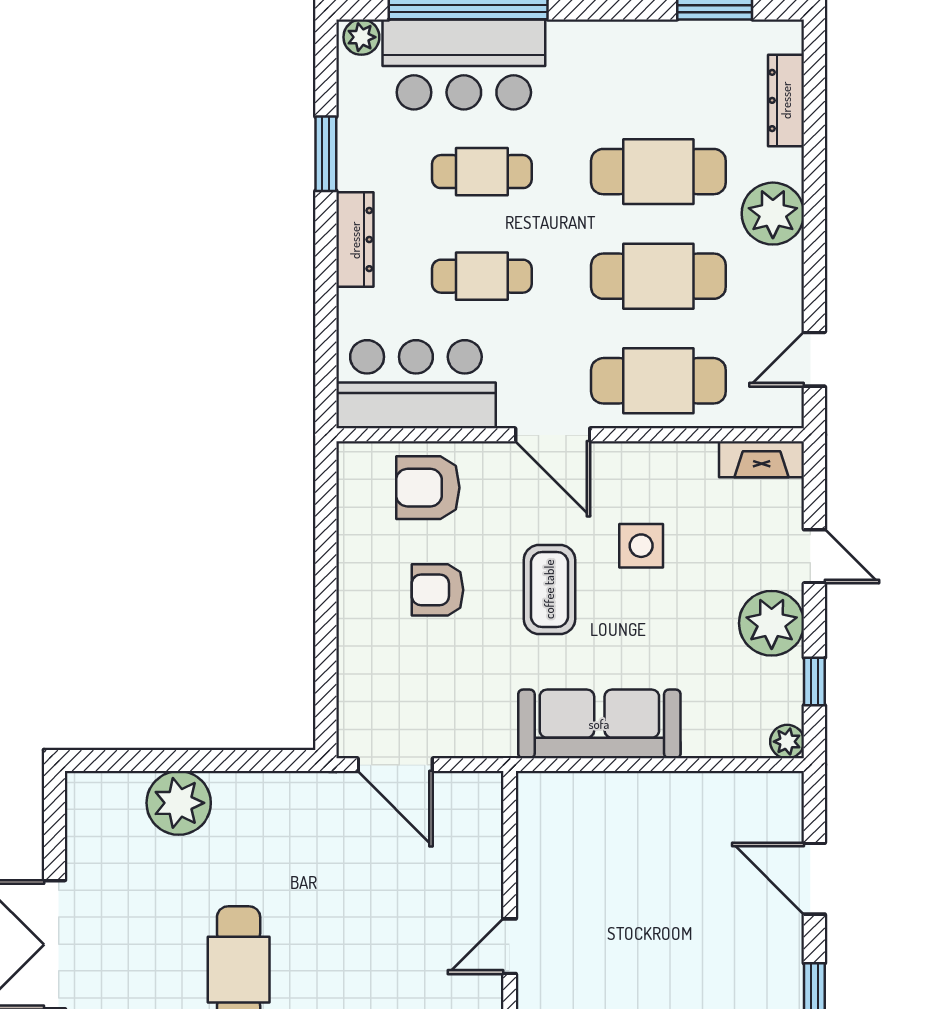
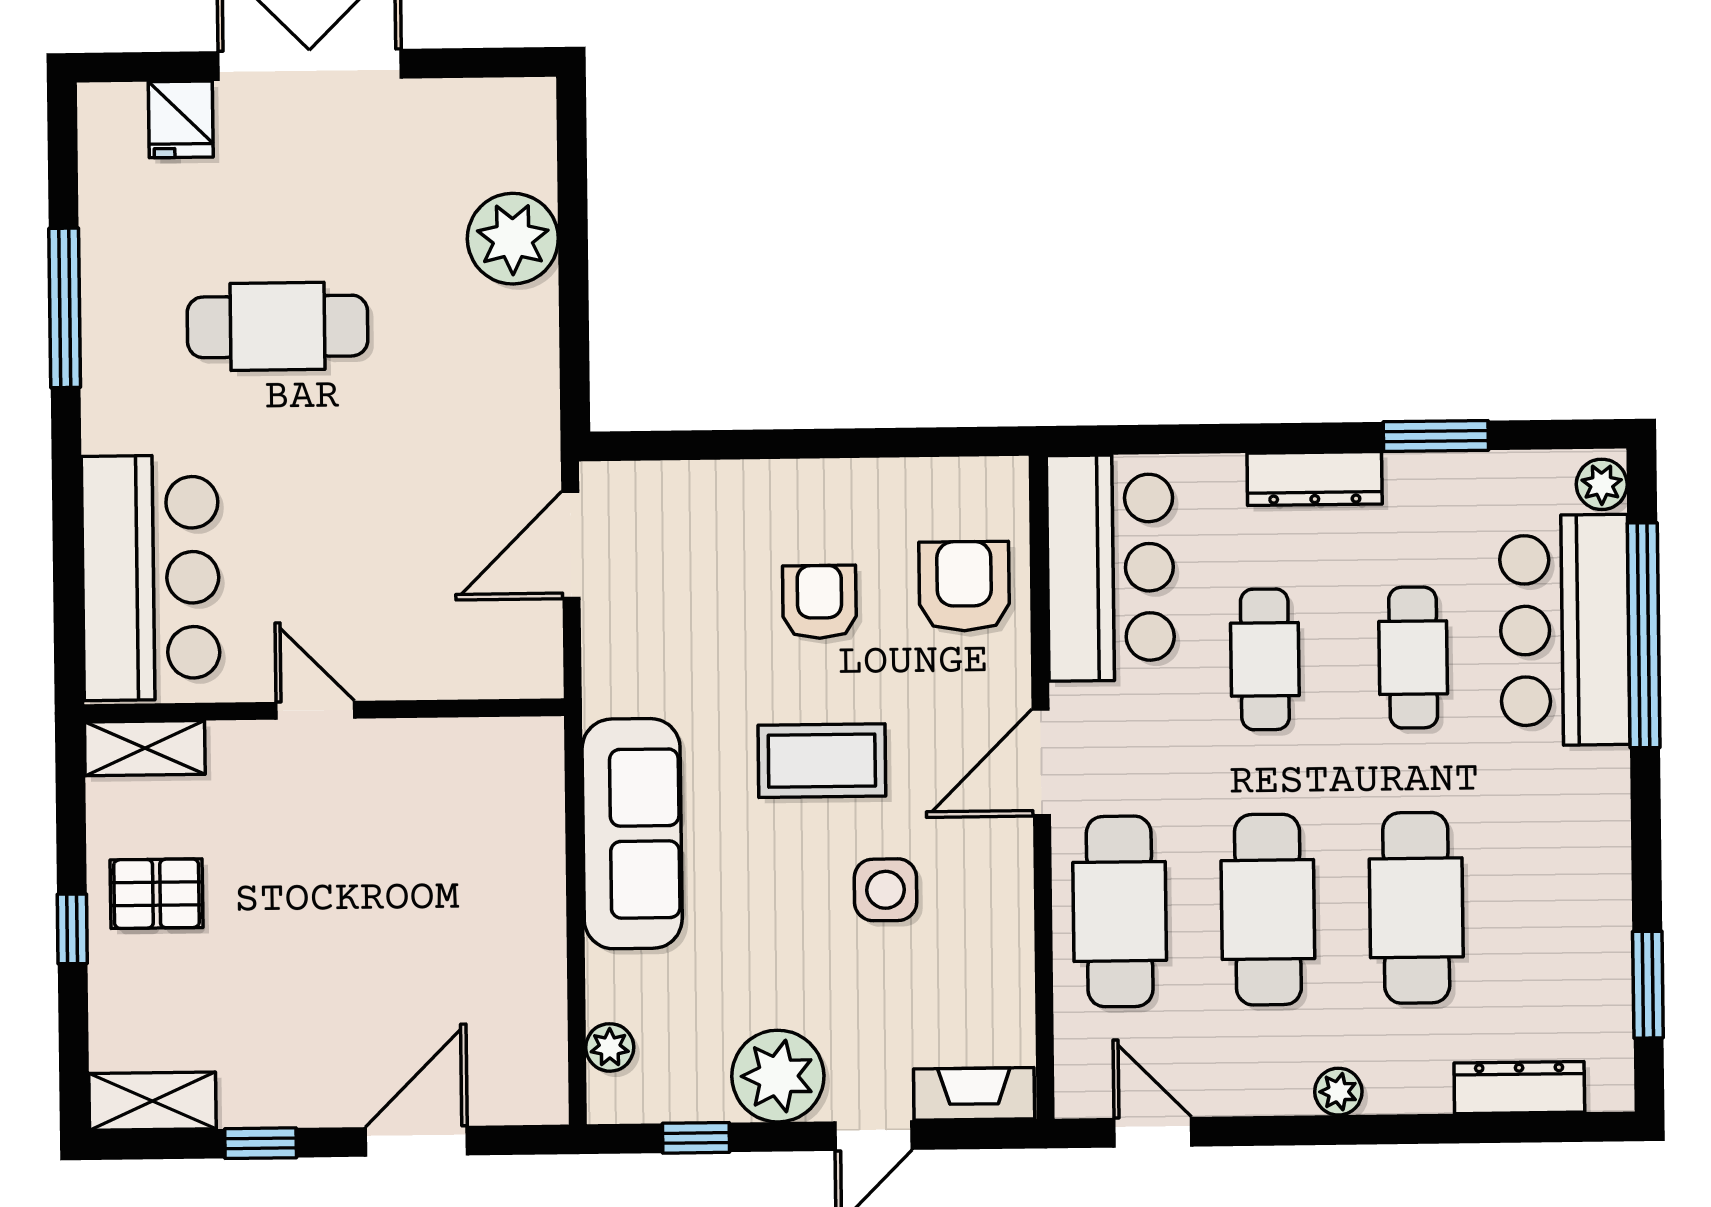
plant: (773, 214) -> (1338, 1092), width x0.53, depth x0.53
fireplace: (762, 459) -> (974, 1094), moved, turned 90
plant: (787, 742) -> (610, 1047), moved

